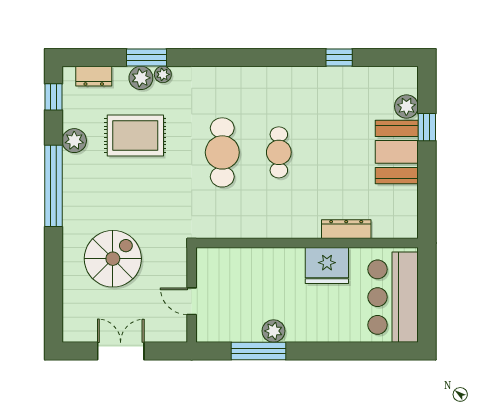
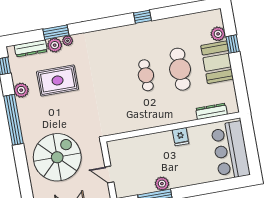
window: (339, 57) -> (142, 17), moved
dresser: (94, 76) -> (31, 48), width x1.44
cafe table: (222, 152) -> (180, 69), moved
dresser: (346, 229) -> (211, 111), moved
spiral stairs: (113, 259) -> (57, 157), width x1.37, depth x1.37
fridge: (327, 266) -> (181, 137), width x0.53, depth x0.75

